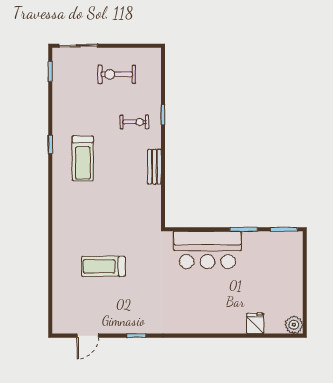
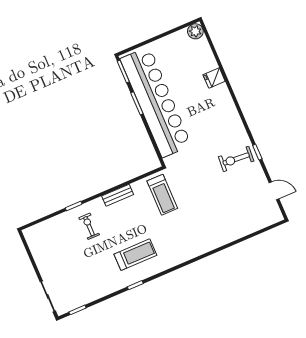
exercise bike: (117, 74) -> (236, 159), moved, turned 94
bar counter: (207, 250) -> (156, 102), width x1.86
treadmill: (103, 266) -> (162, 195), moved
fridge: (255, 323) -> (214, 78), moved

